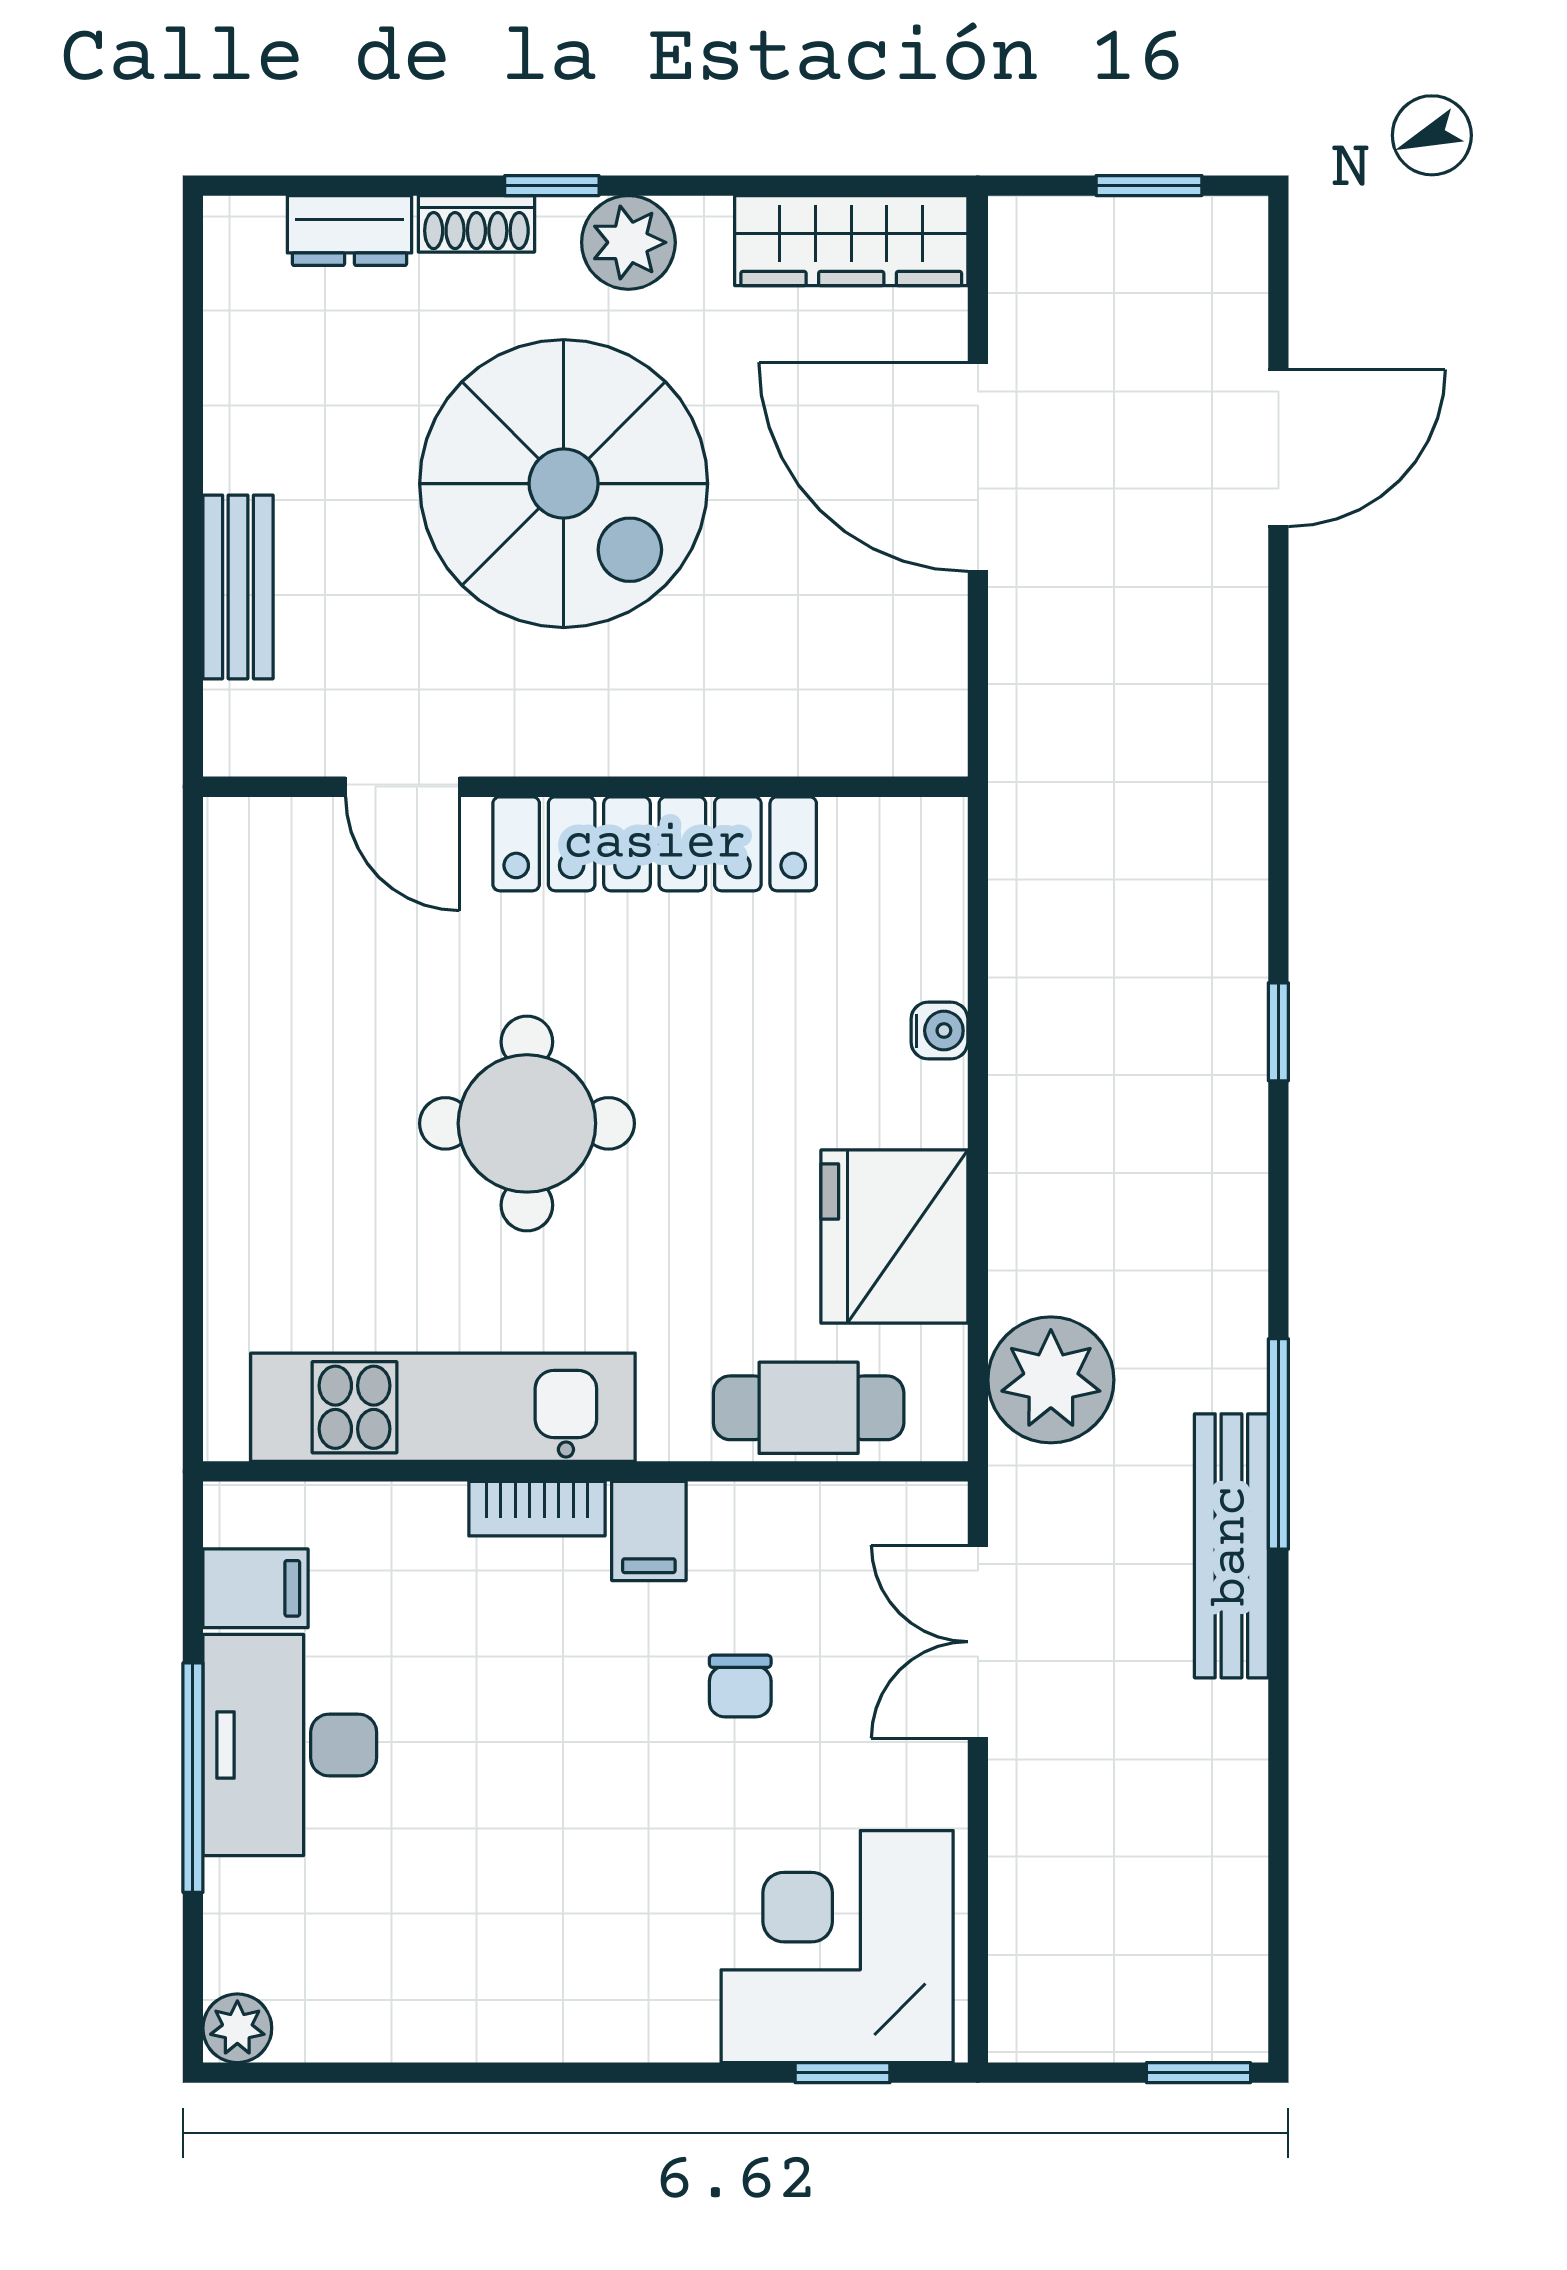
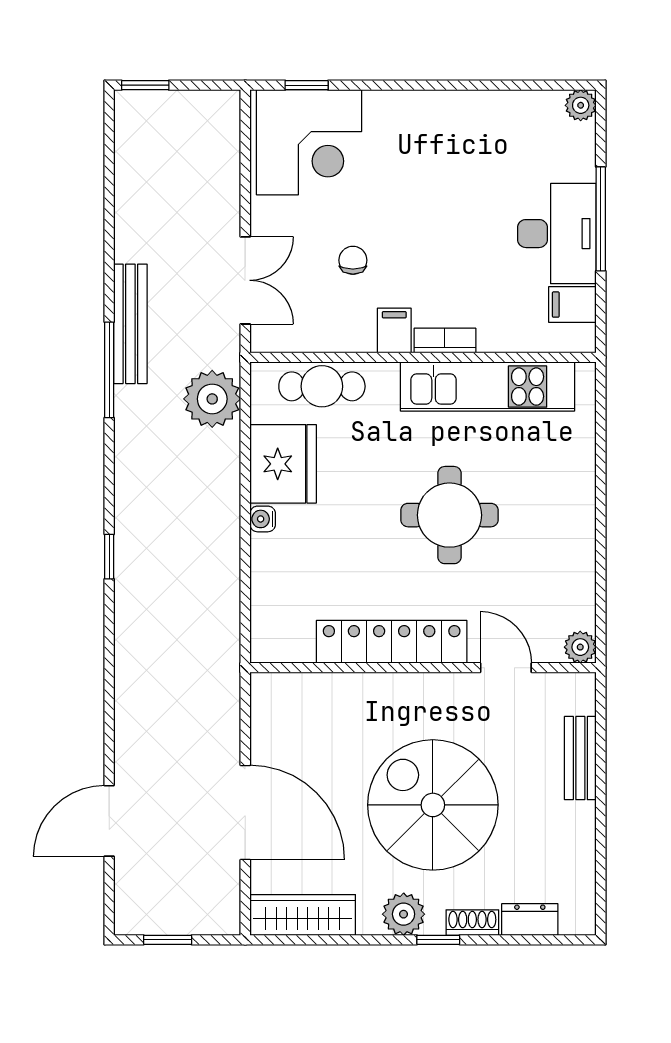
plant: (238, 832) -> (580, 647), added
water cooler: (939, 1031) -> (263, 519), moved

